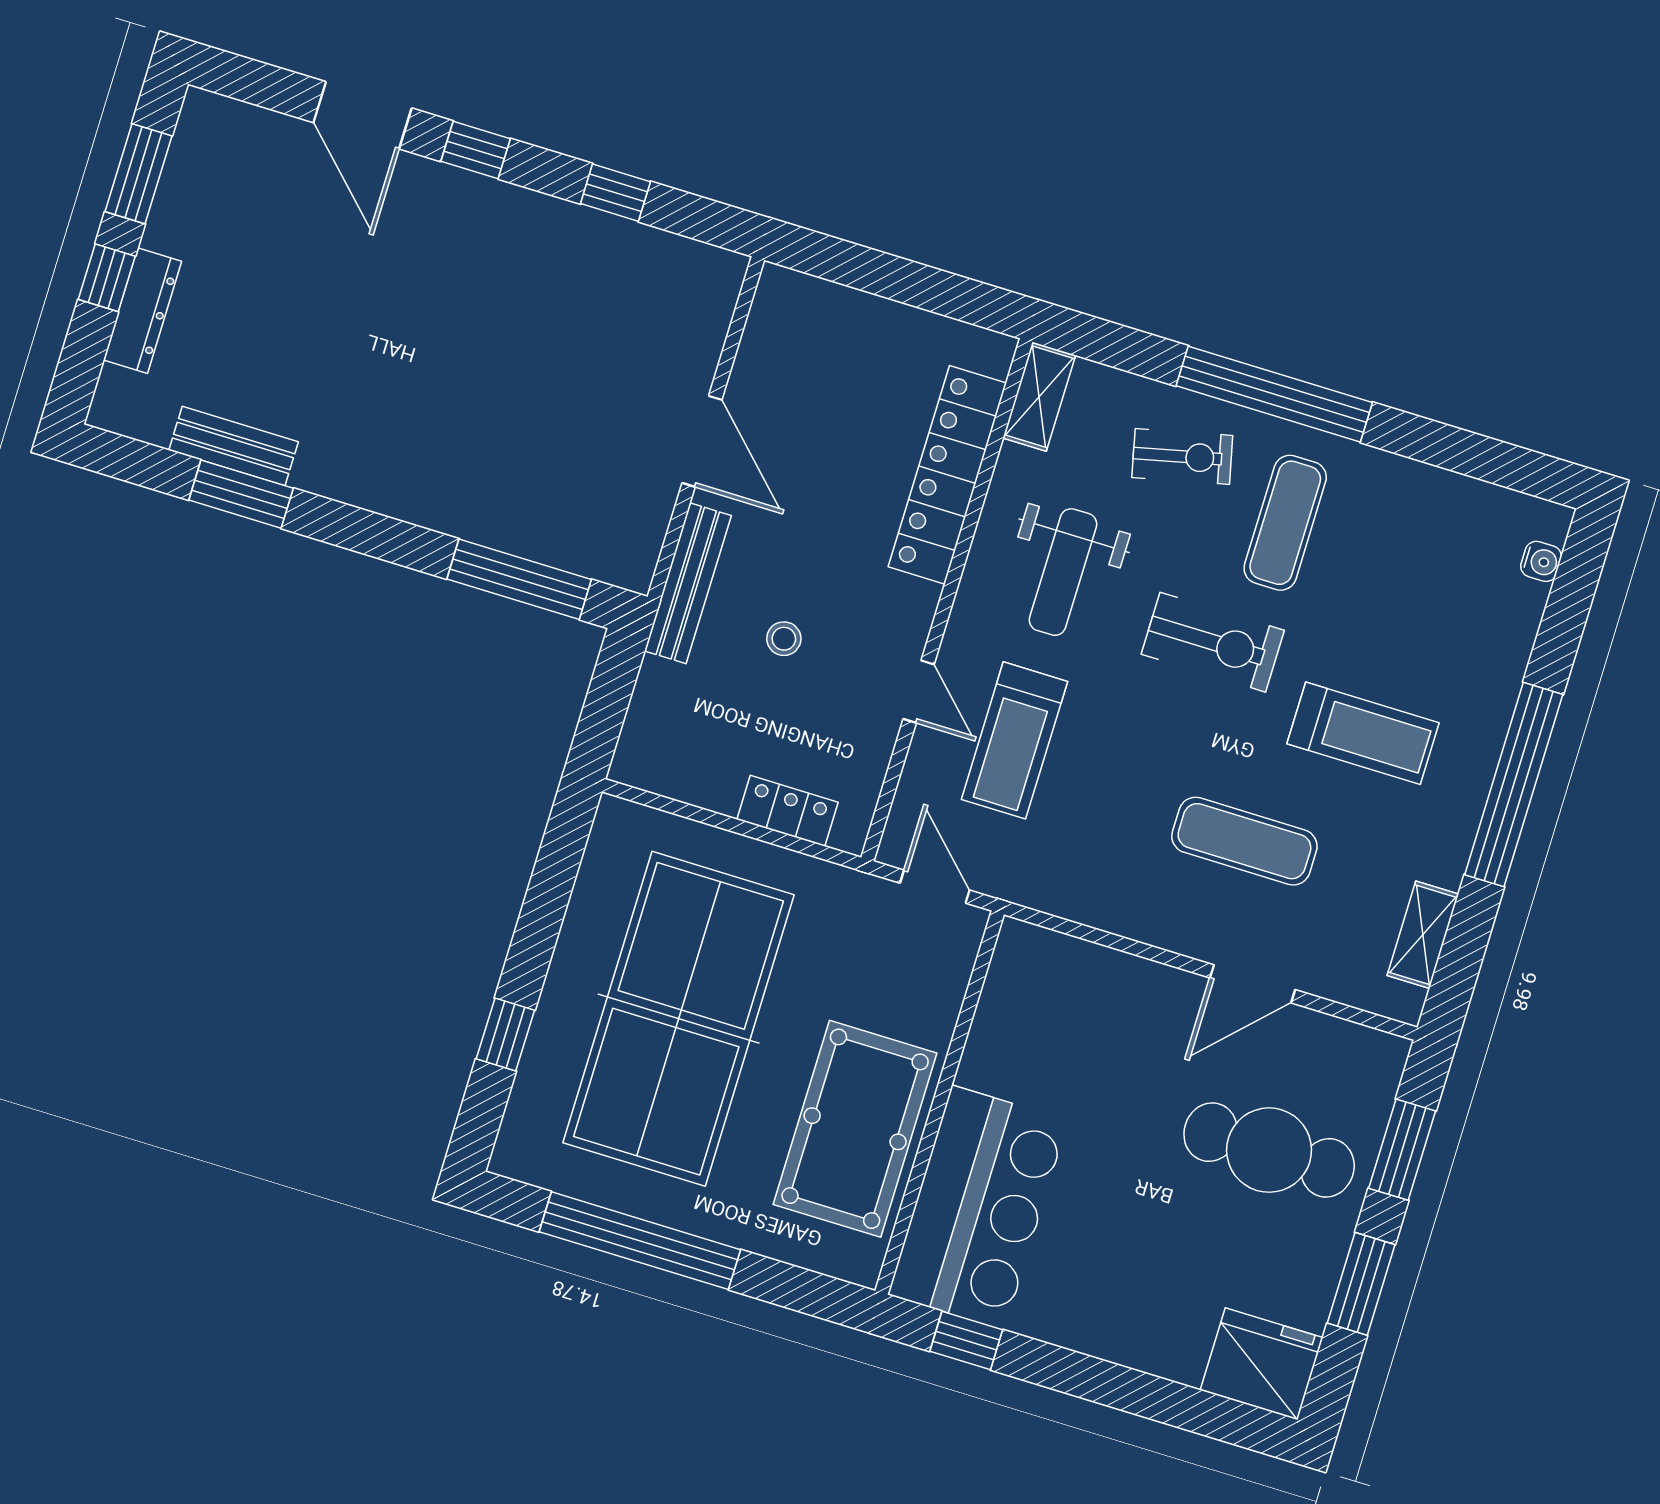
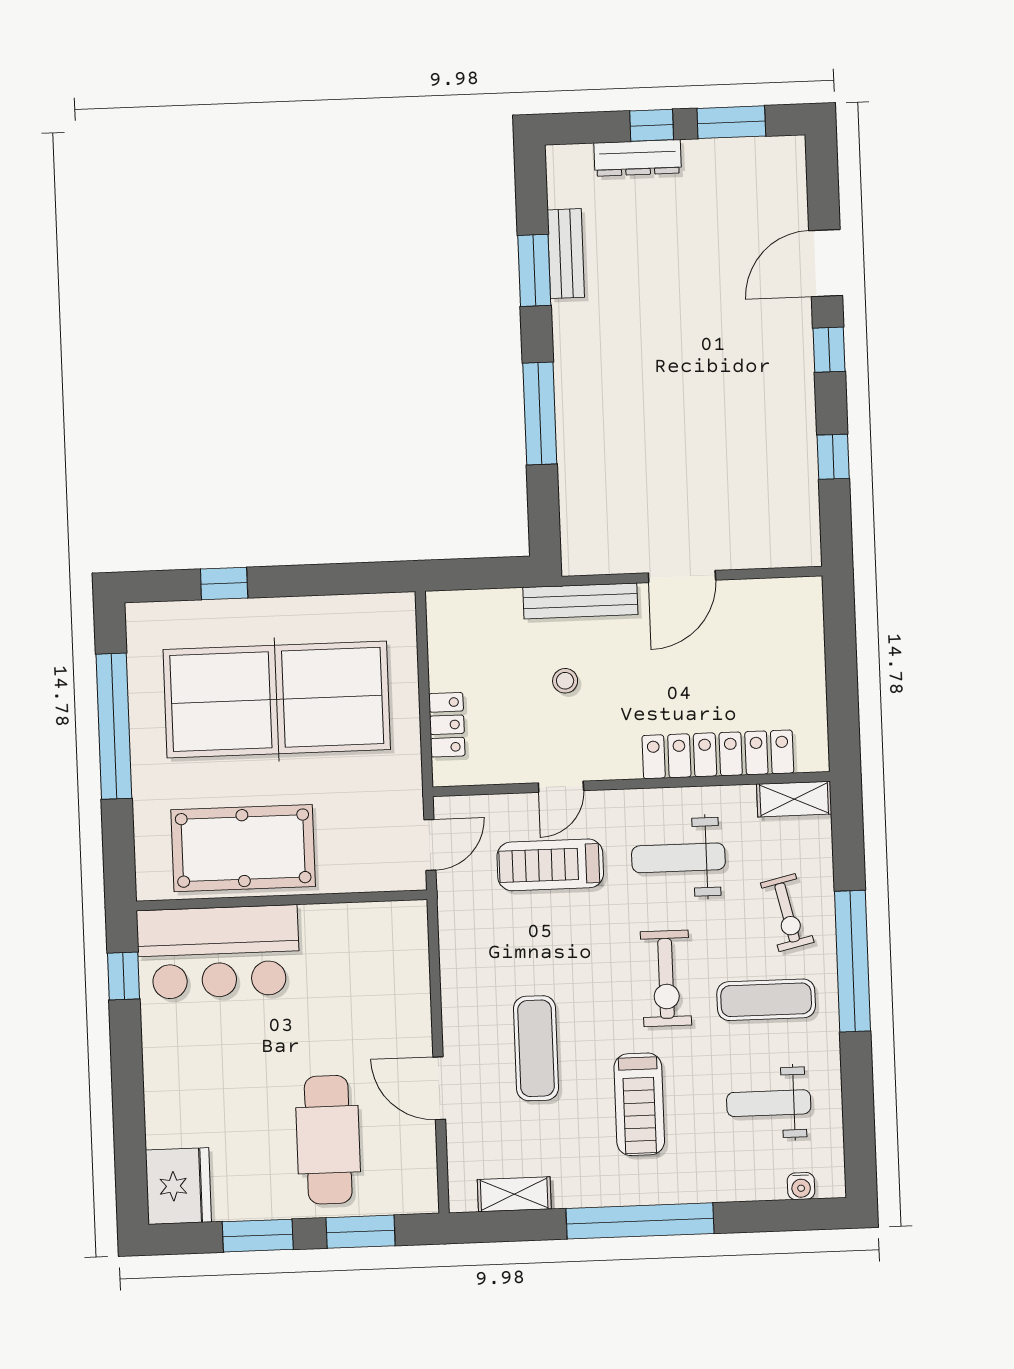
weight bench: (1420, 566) -> (769, 1103), added
window: (519, 579) -> (540, 414), moved

